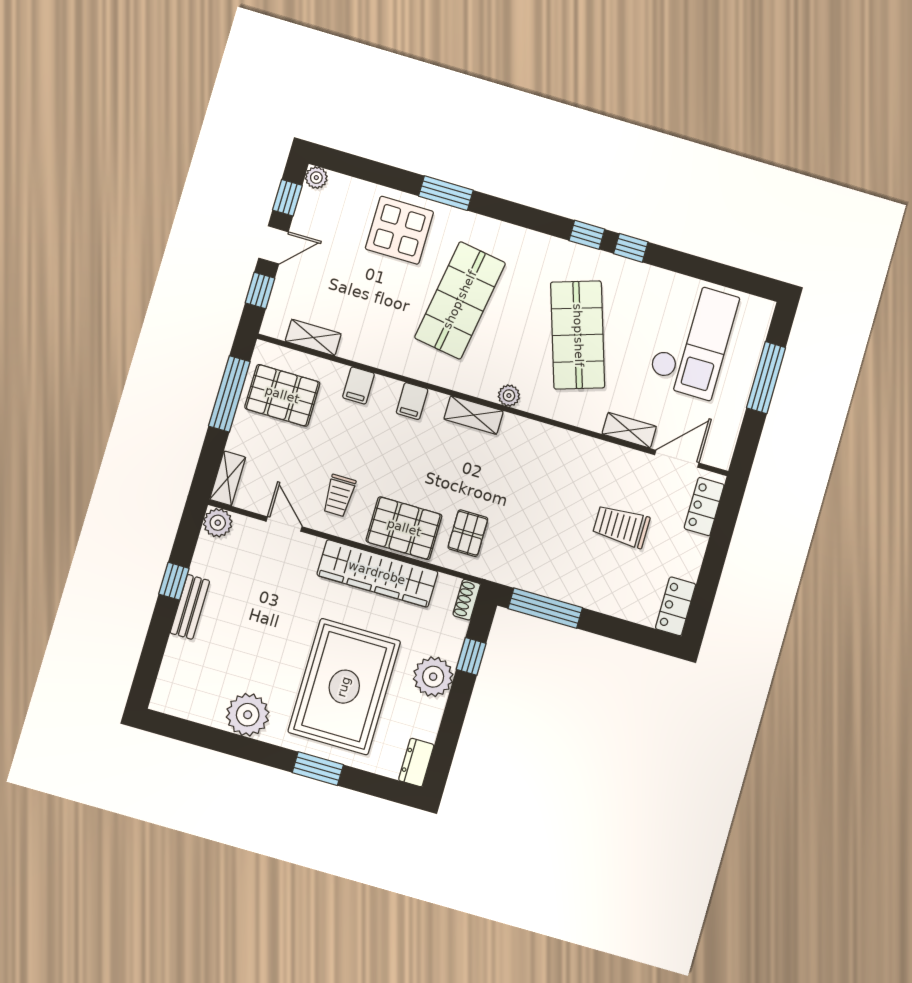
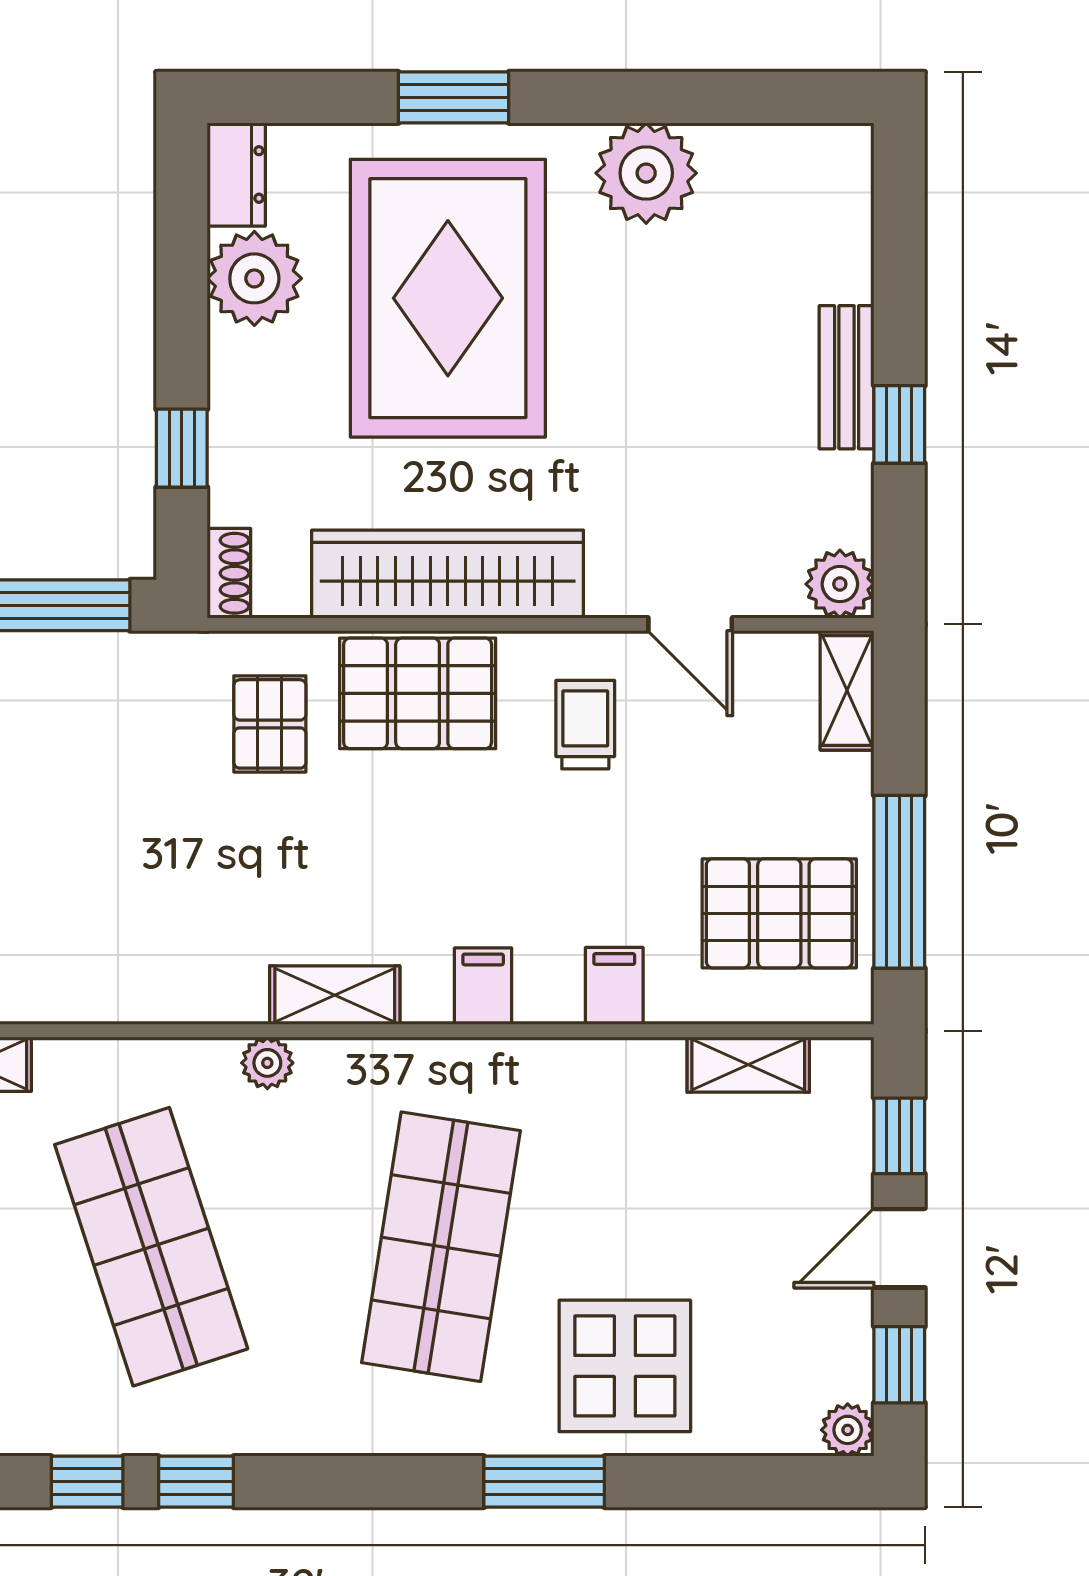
plant: (433, 677) -> (254, 278), moved

